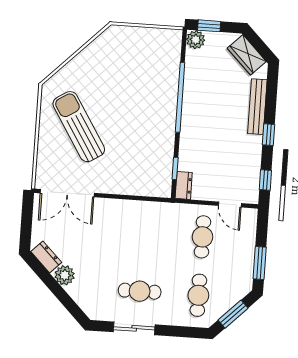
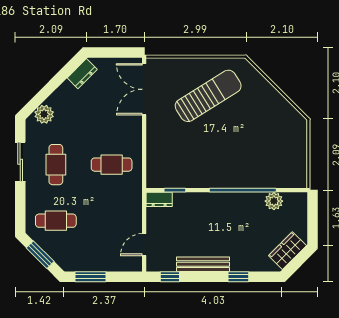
window: (209, 26) -> (312, 213), removed
plant: (196, 40) -> (274, 201), moved
bench: (257, 107) -> (203, 264), moved
window: (269, 135) -> (238, 277), moved
cafe table: (202, 237) -> (112, 165), moved
plant: (65, 275) -> (44, 114), moved

